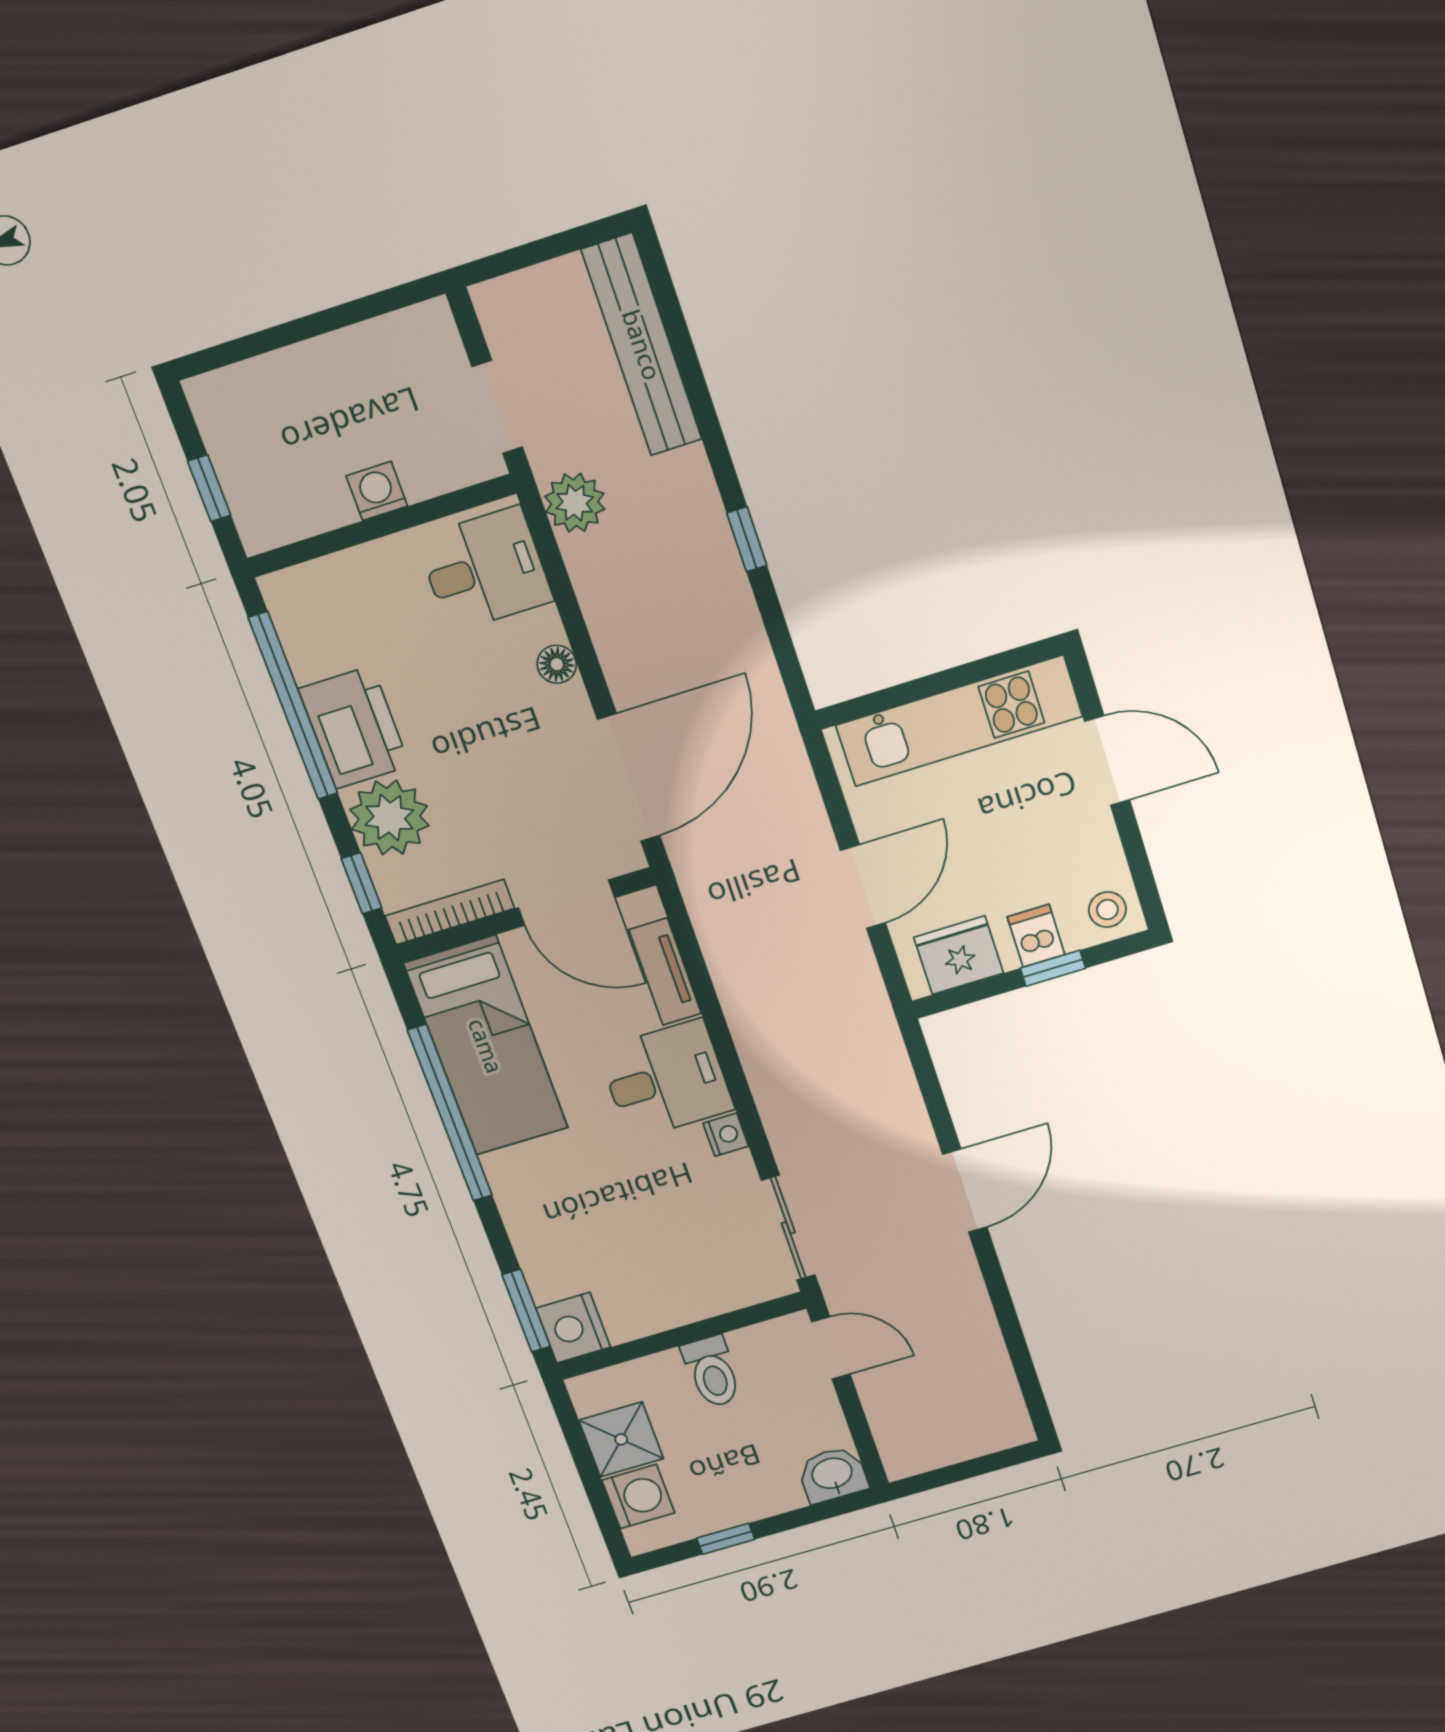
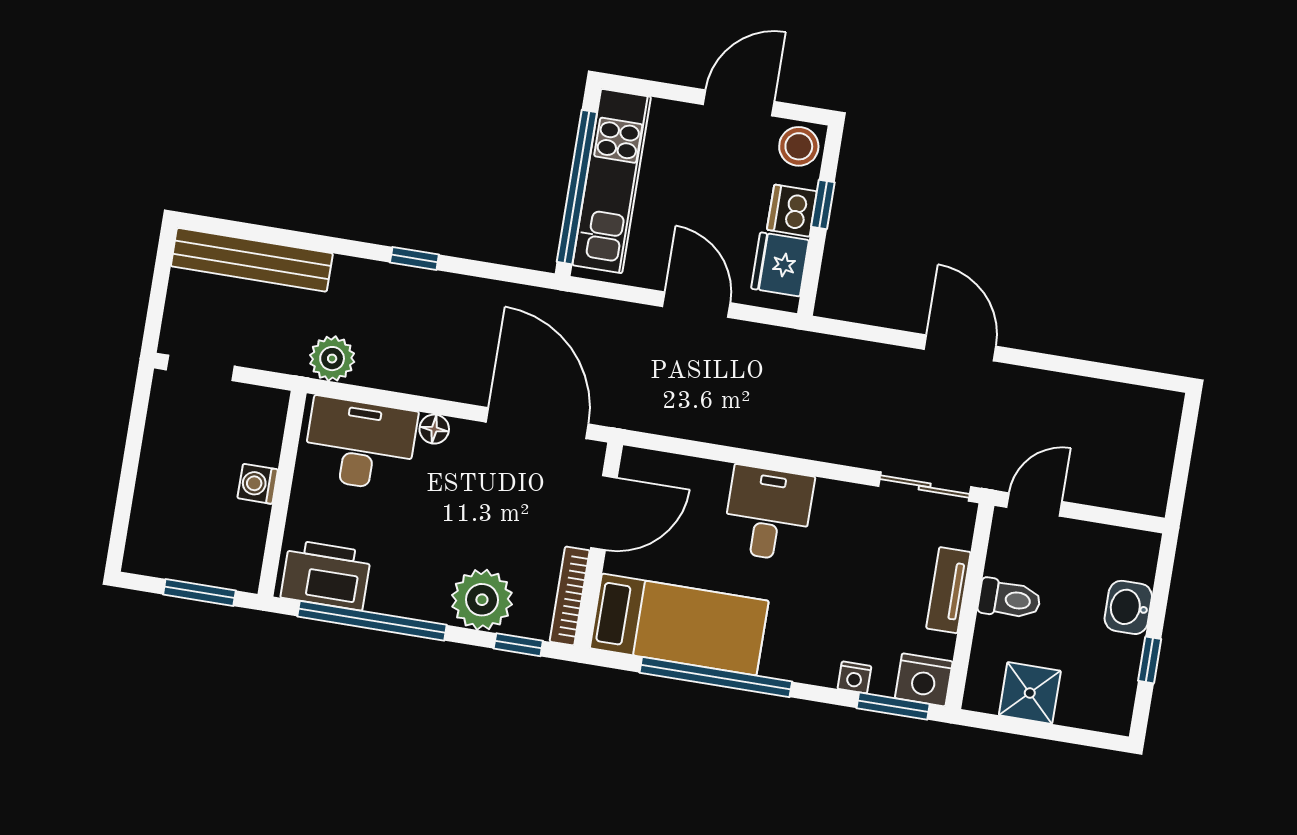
doorway: (497, 407) -> (200, 368), moved
window: (209, 488) -> (199, 592), width x1.50
desk: (485, 570) -> (360, 444), width x1.37
window: (931, 685) -> (577, 187), added
printer: (354, 727) -> (326, 575), moved
door: (1107, 761) -> (739, 103), moved
stool: (1107, 910) -> (799, 146), width x1.37, depth x1.37
dishwasher: (1036, 936) -> (792, 211), width x1.38
tv unit: (665, 972) -> (948, 590), moved, turned 90
nightstand: (726, 1135) -> (854, 677), moved, turned 180
washbasin: (832, 1475) -> (1128, 607), moved
washing machine: (638, 1497) -> (1082, 705), removed

